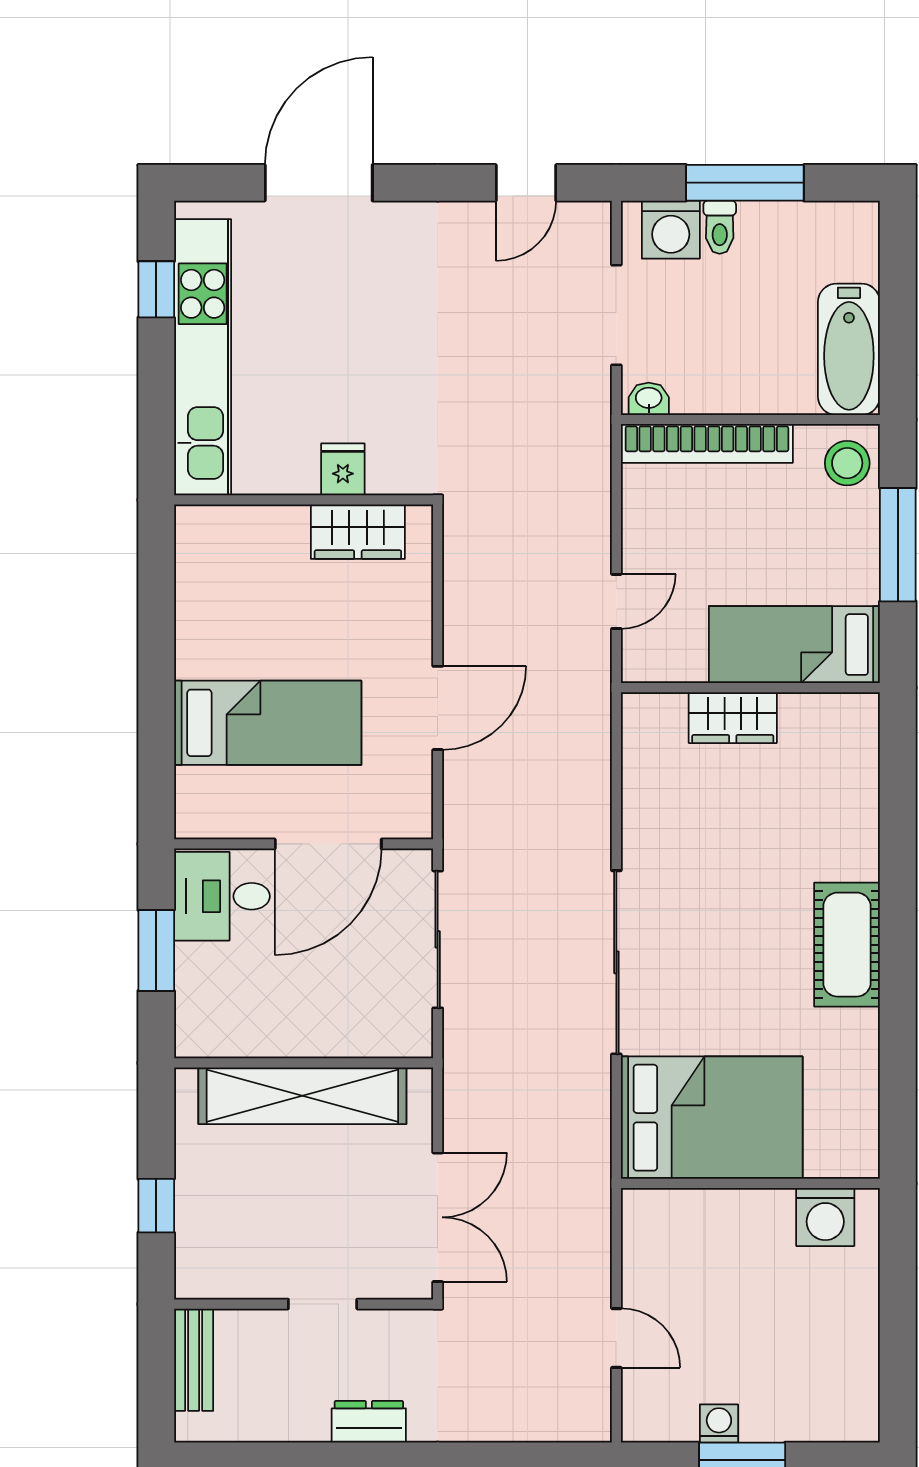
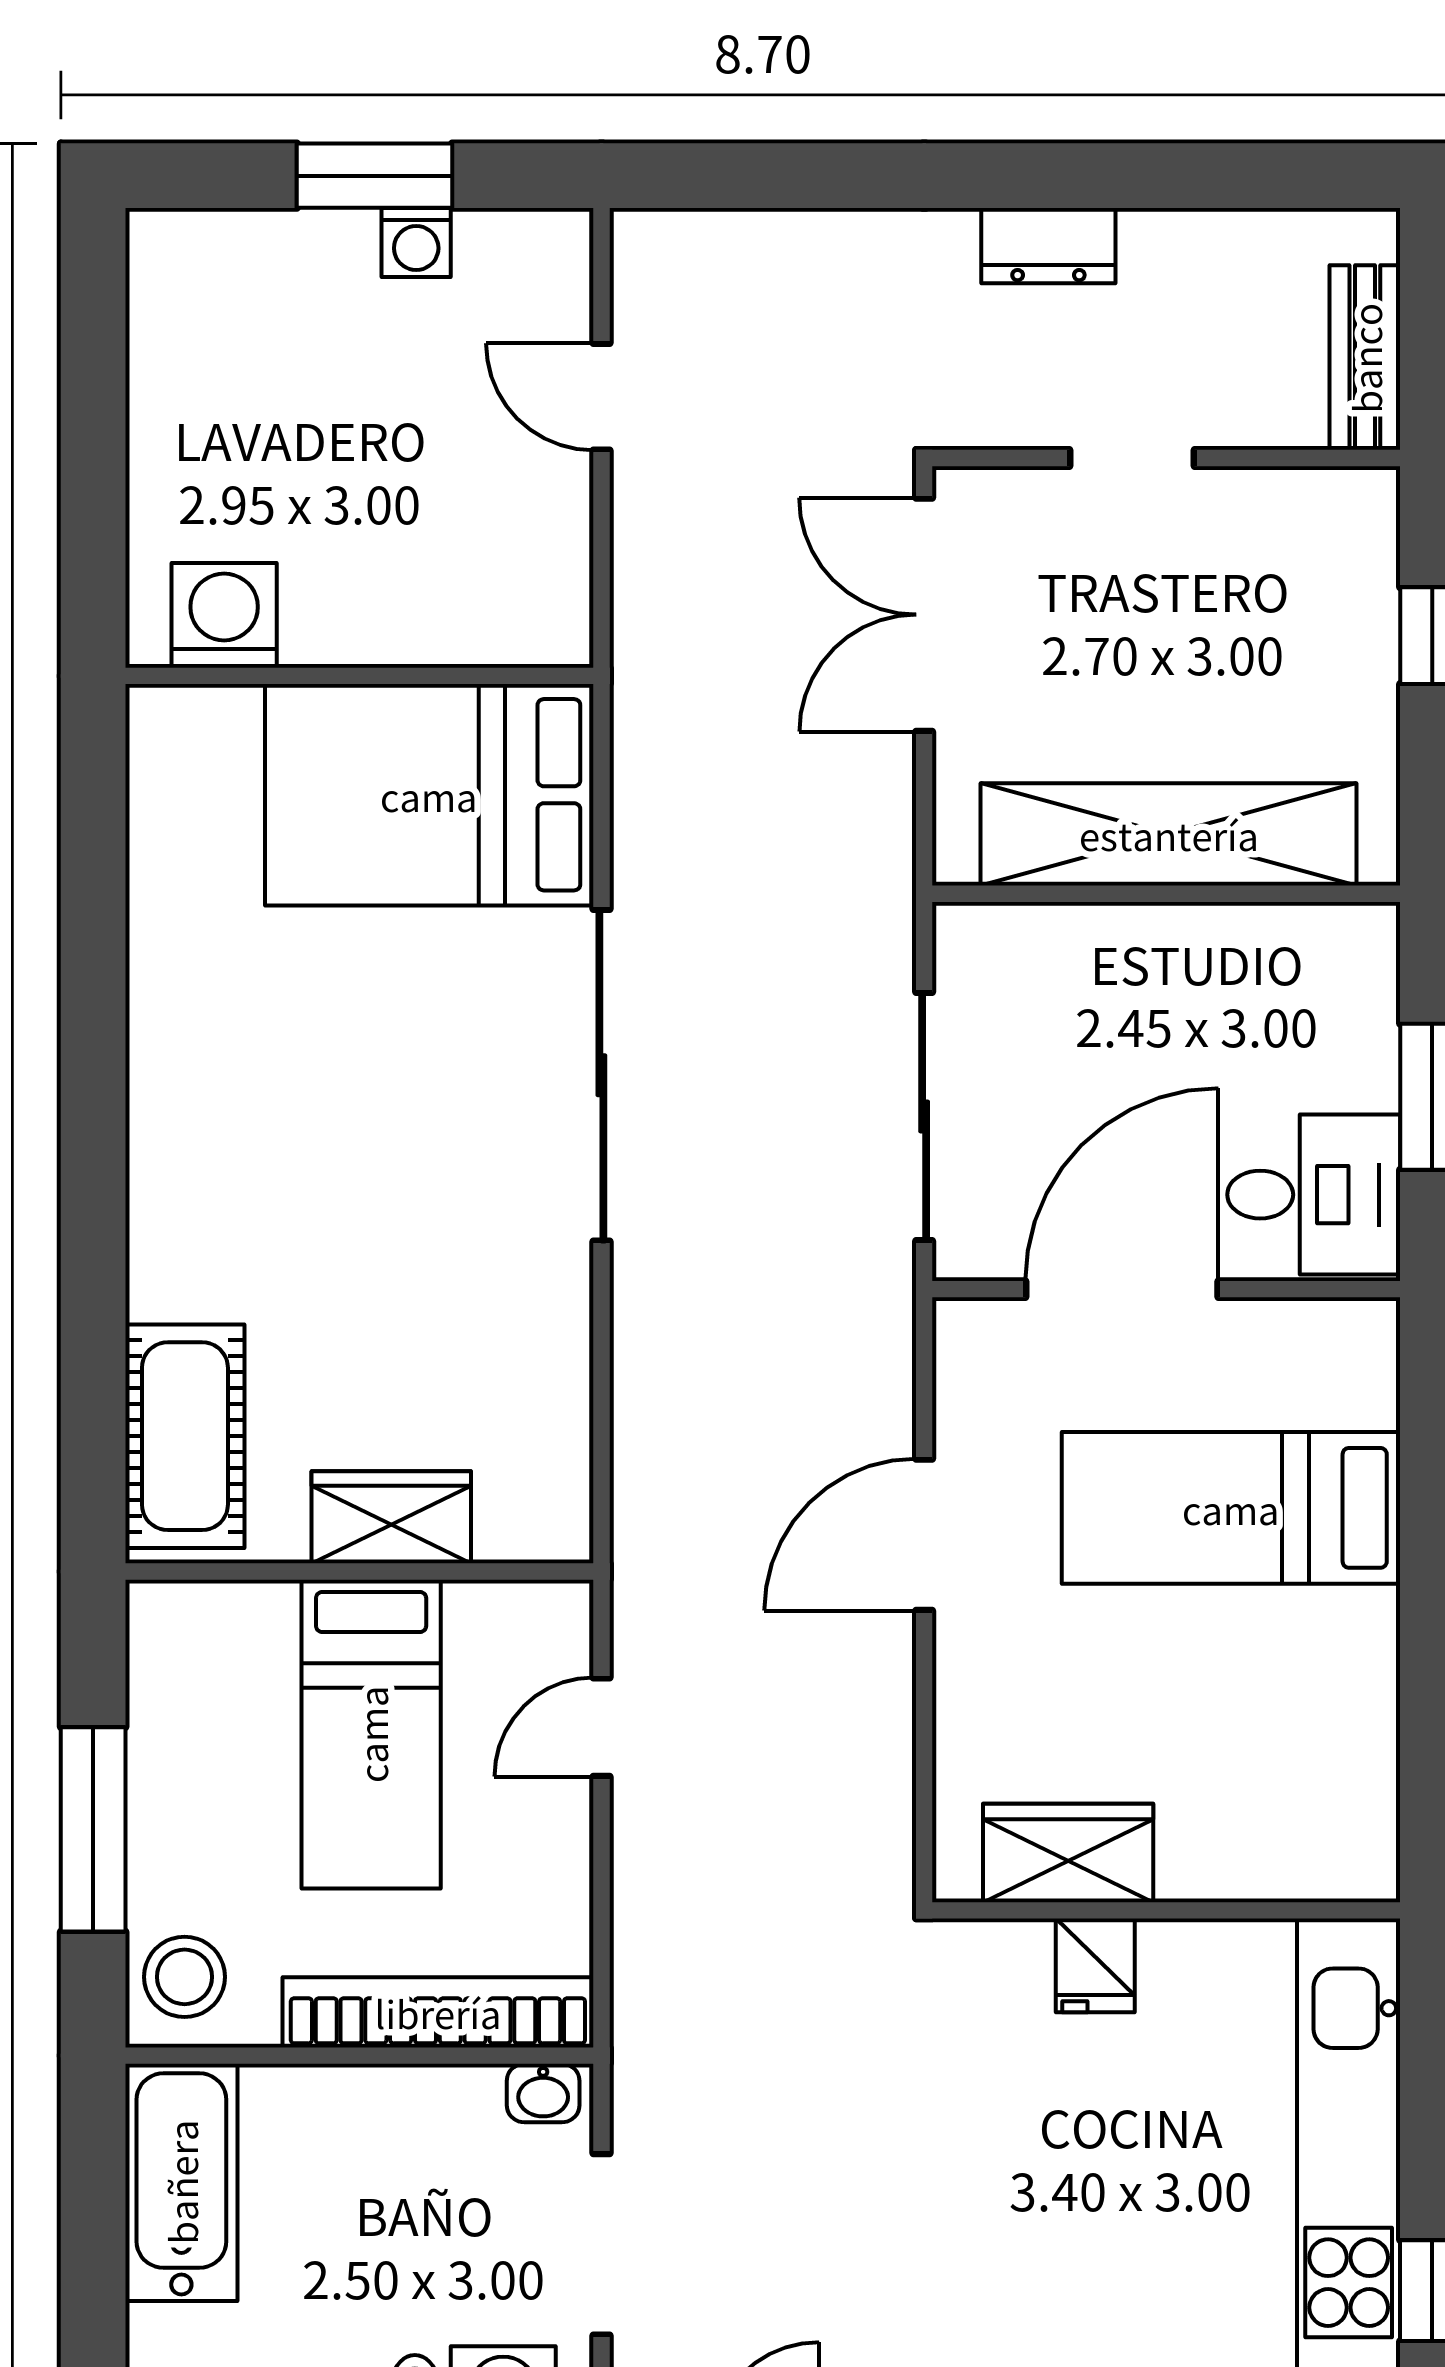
bed: (794, 645) -> (371, 1734), moved, turned 90
cot: (847, 945) -> (185, 1436), moved

